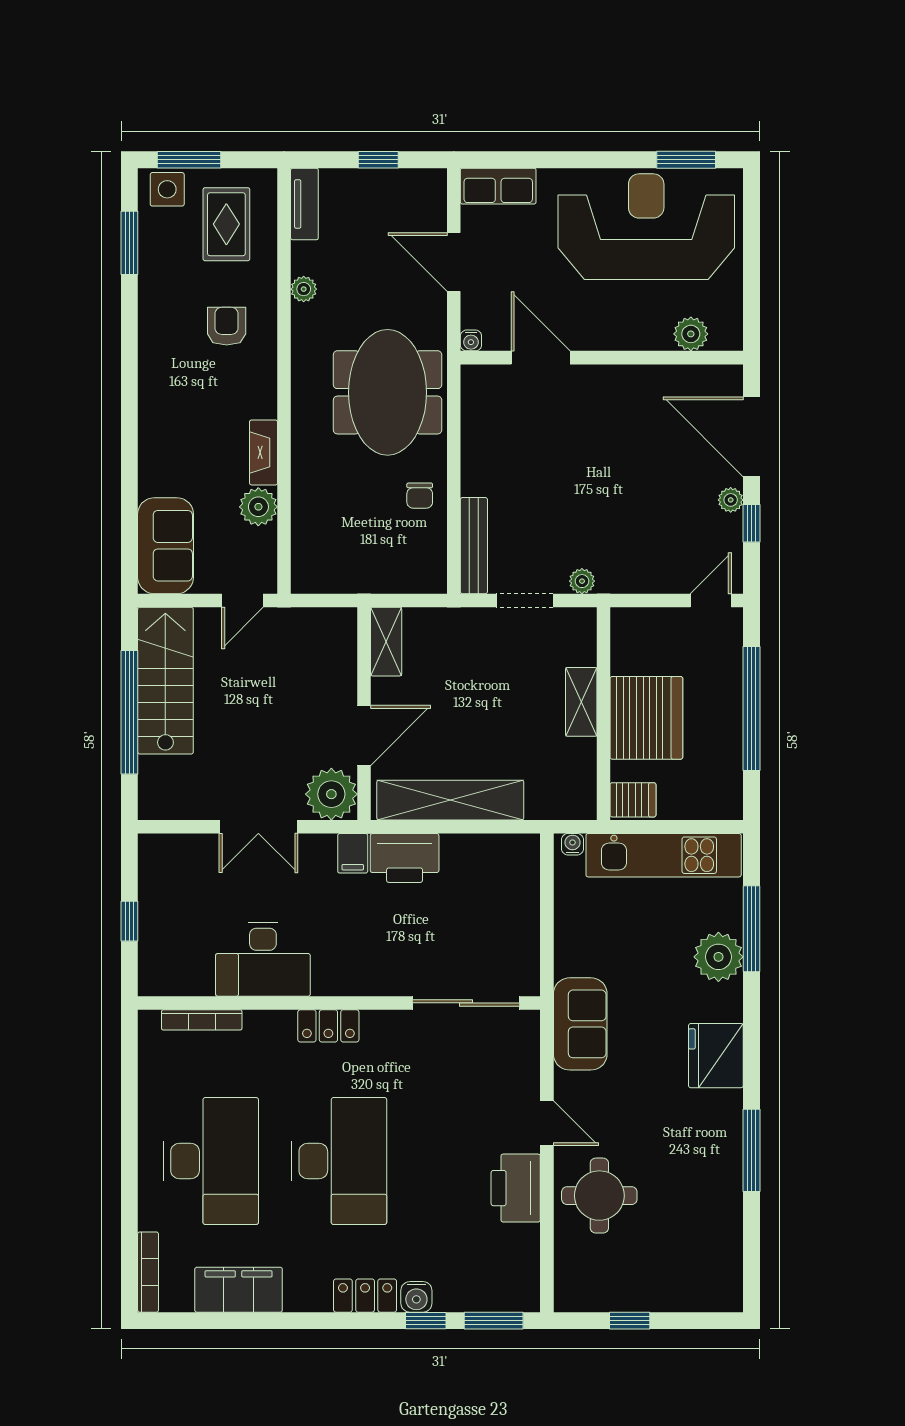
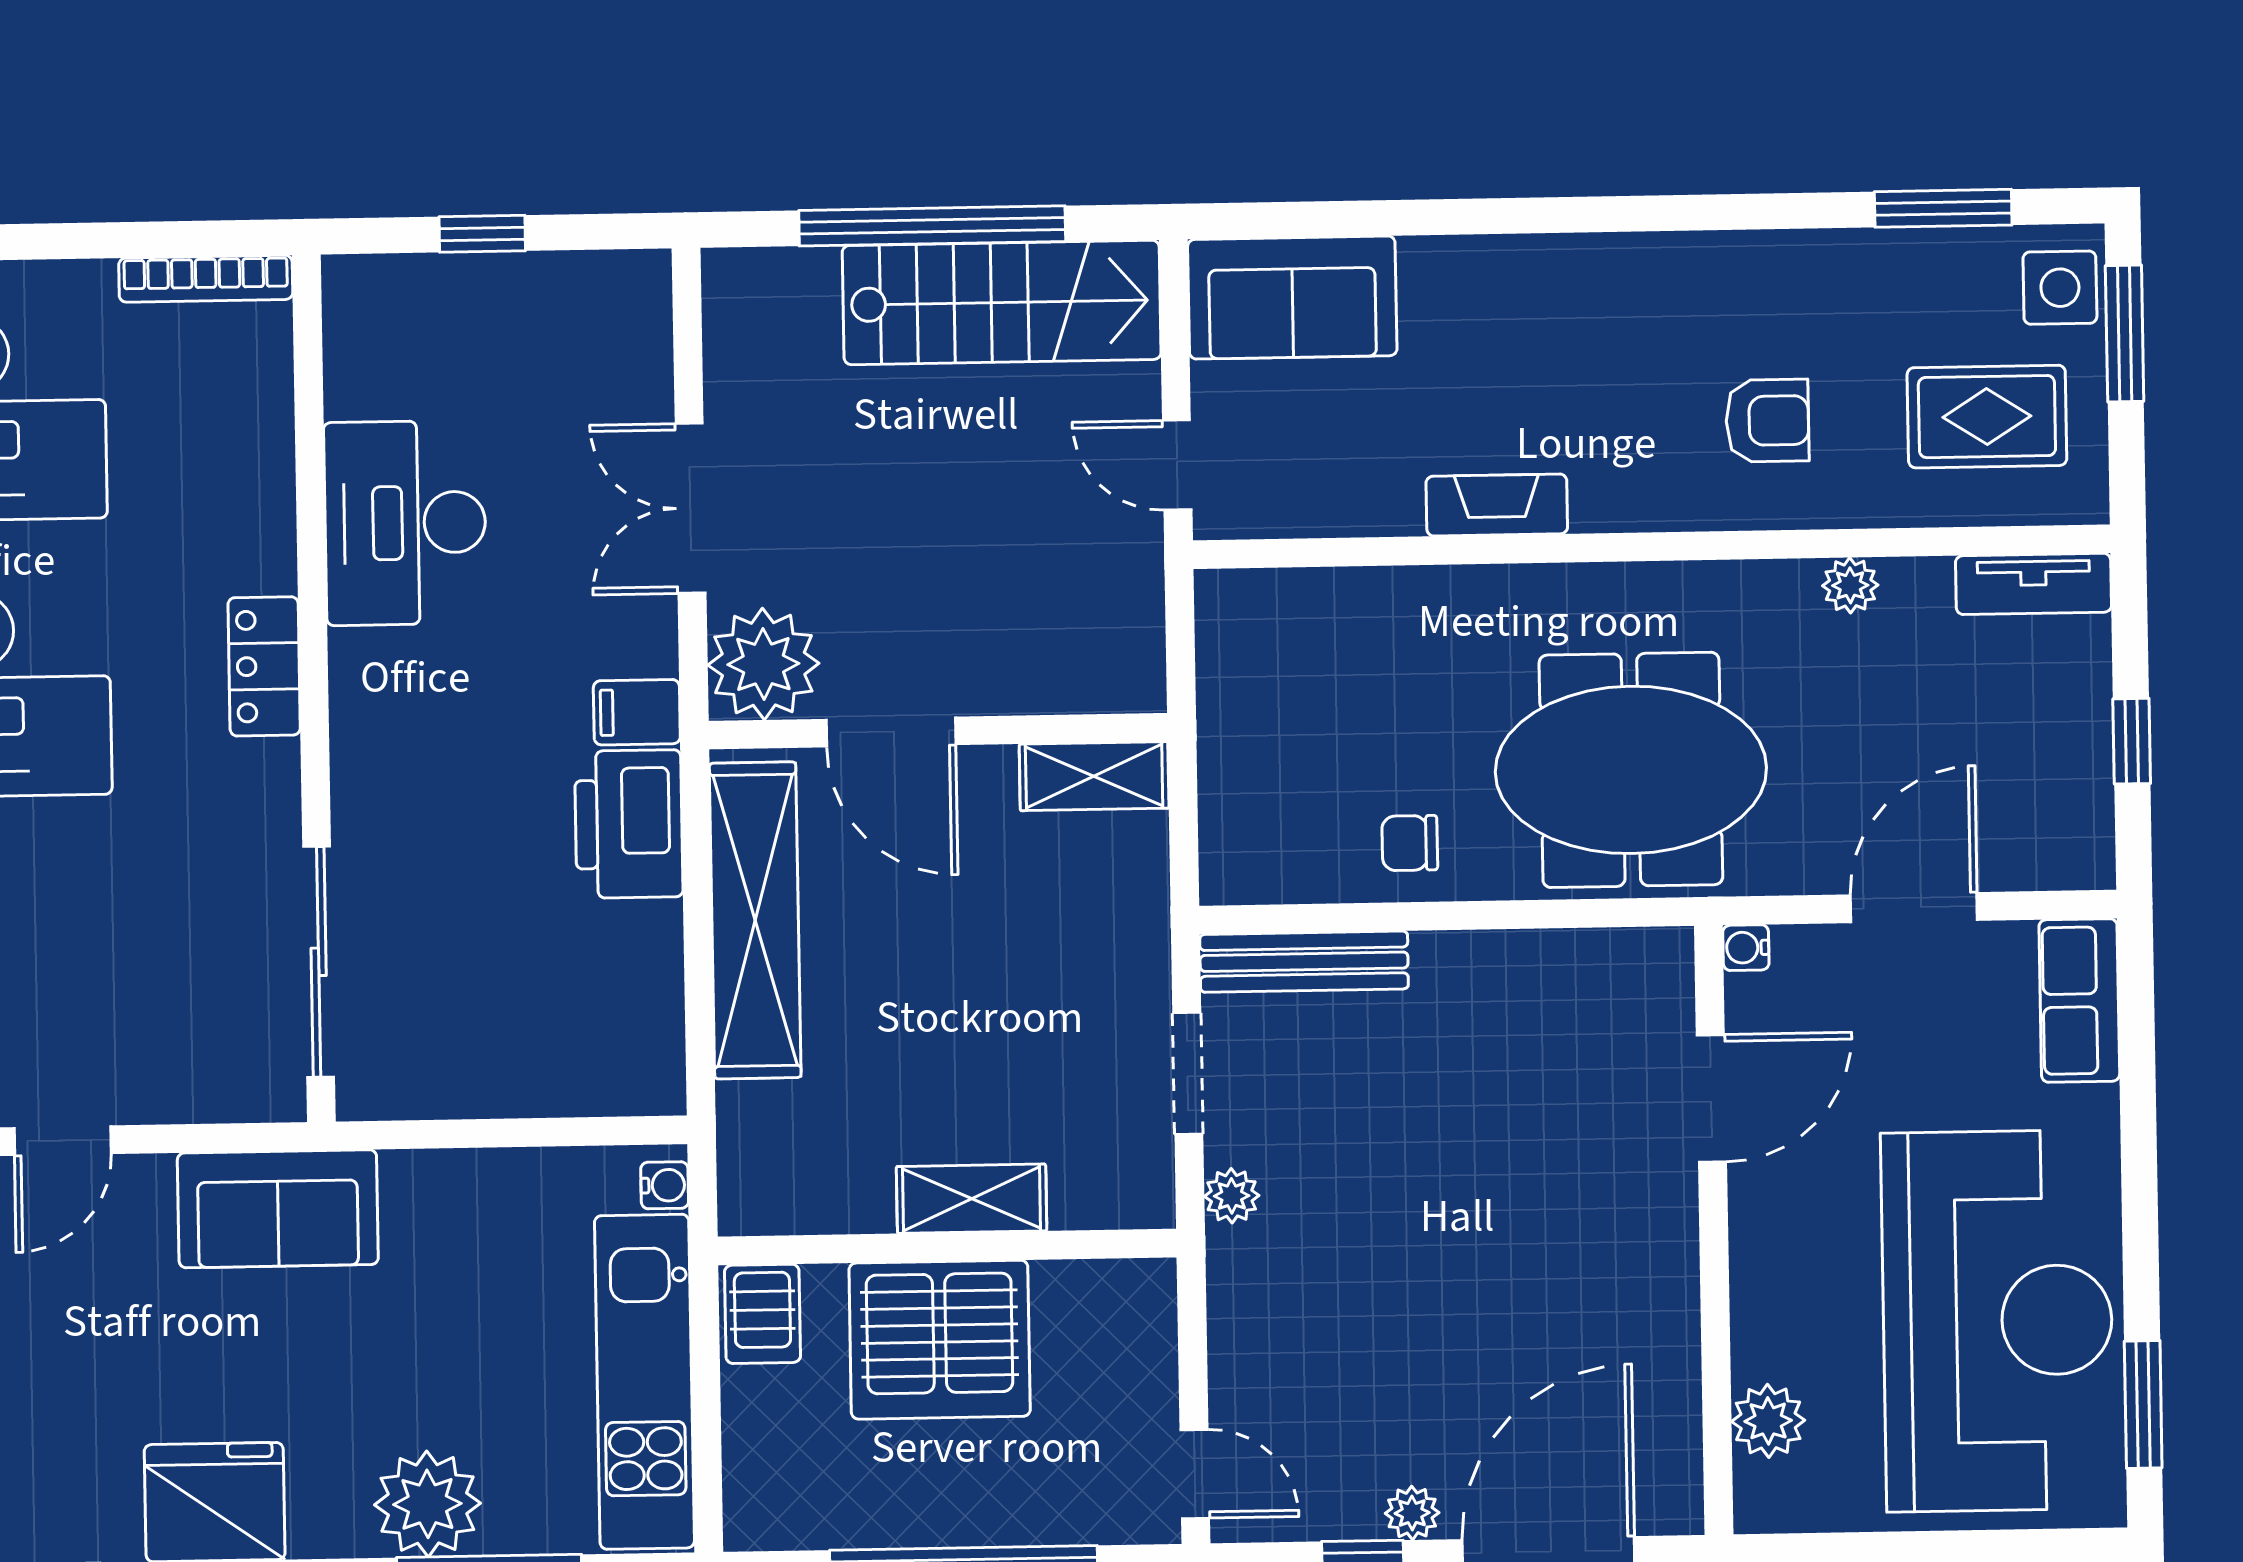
plant: (258, 507) -> (1380, 496), removed
bookcase: (202, 1020) -> (206, 279), moved, turned -90

